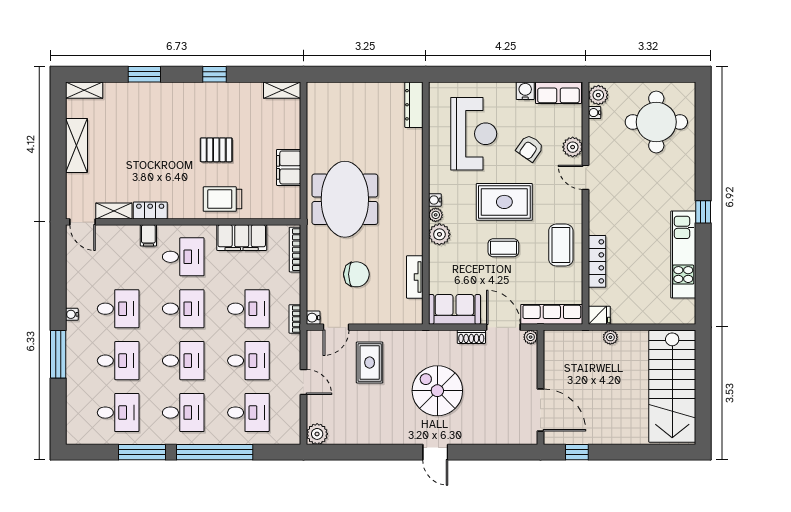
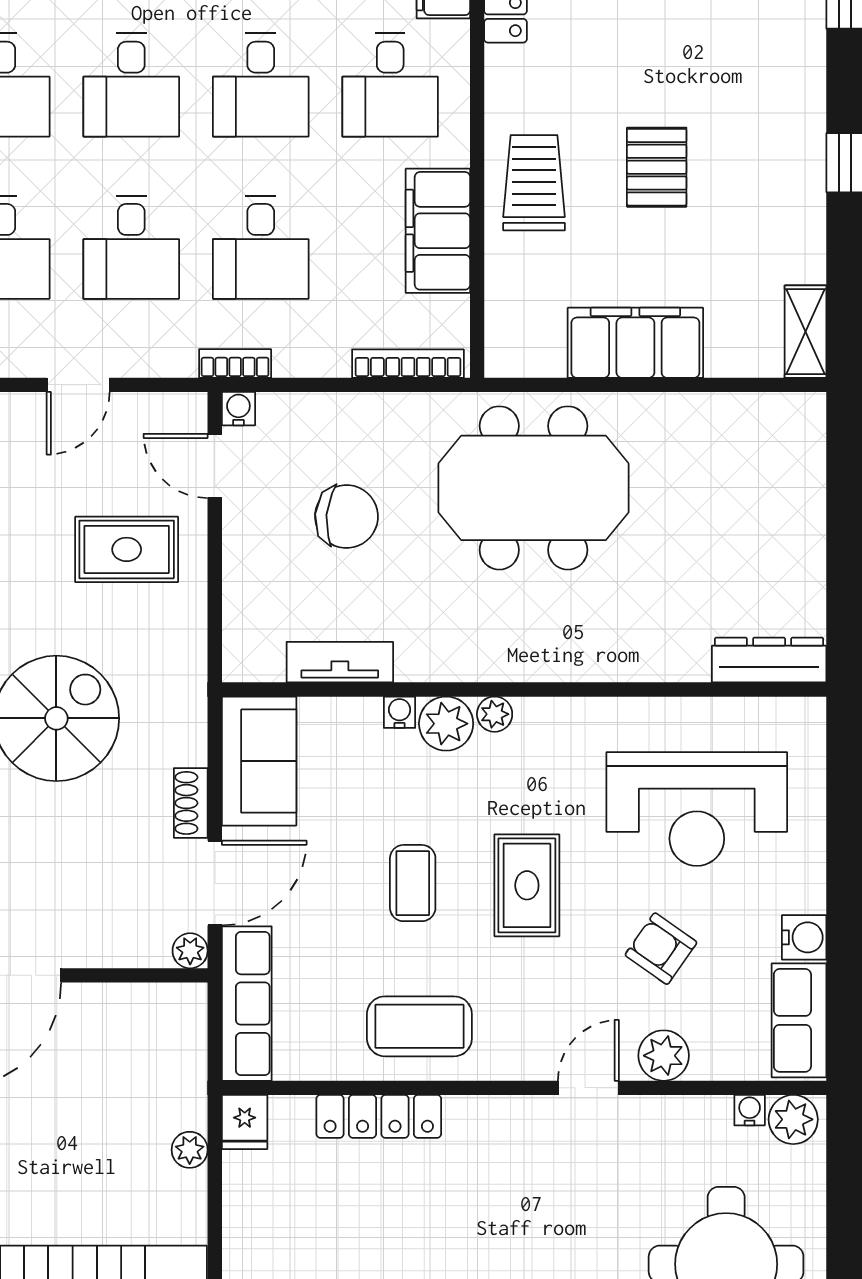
filing cabinet: (289, 167) -> (635, 343), width x1.50, depth x1.17
water cooler: (435, 200) -> (400, 712), moved
rug: (504, 202) -> (527, 885), width x0.73, depth x0.70
chair: (356, 274) -> (346, 517), turned -85

